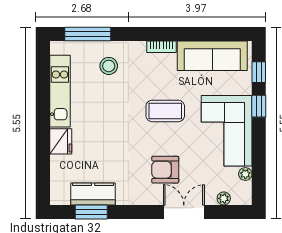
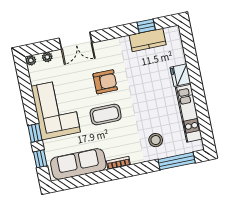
armchair: (165, 170) -> (105, 82), moved
plant: (245, 174) -> (31, 60), moved
window: (91, 212) -> (146, 26), width x0.67

